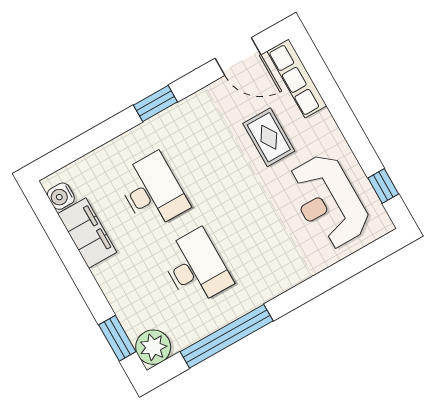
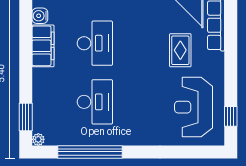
plant: (153, 347) -> (38, 139), width x0.53, depth x0.53

